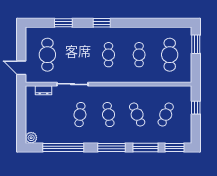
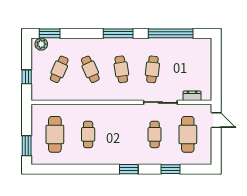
cafe table: (109, 55) -> (155, 134), moved
plant: (31, 138) -> (41, 44), moved
window: (145, 148) -> (81, 33), removed

